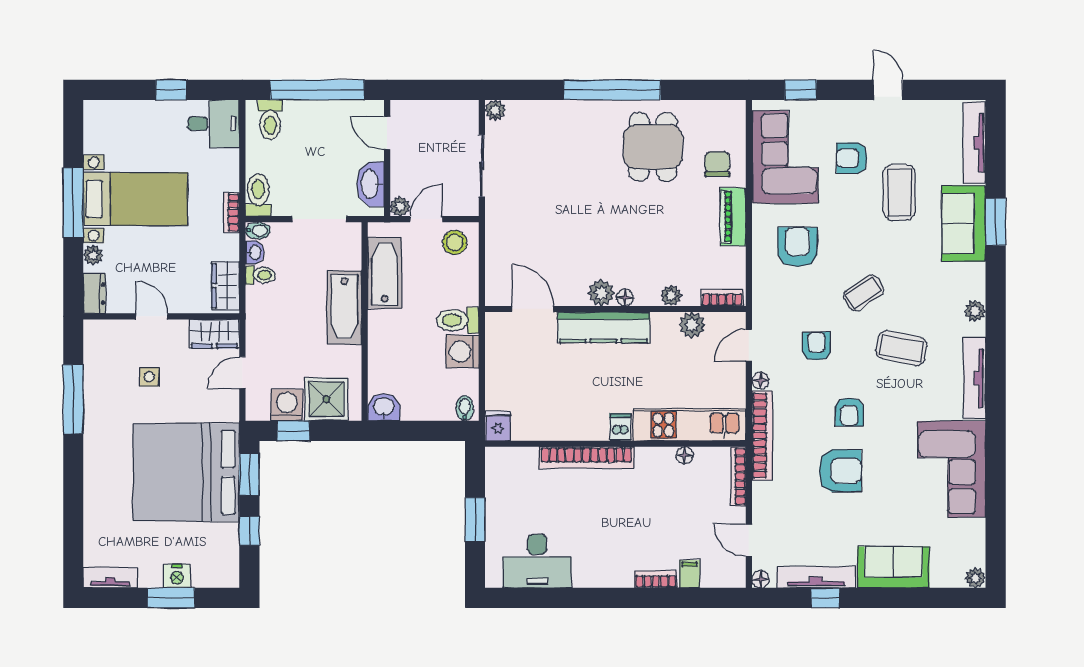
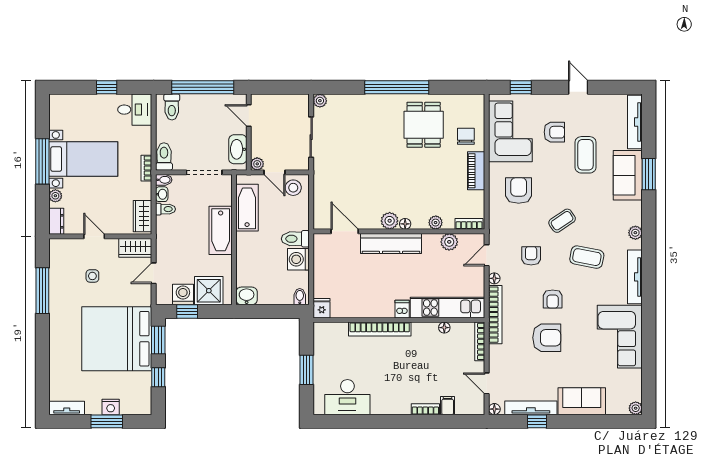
armchair: (852, 158) -> (554, 132), turned 180
door: (426, 219) -> (274, 172), swing flipped

